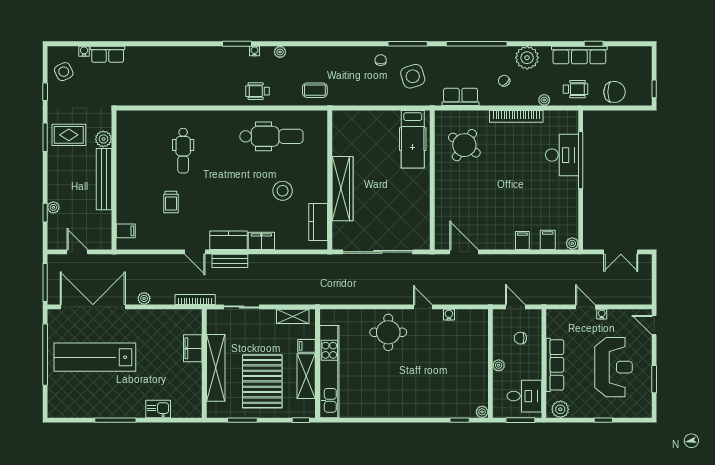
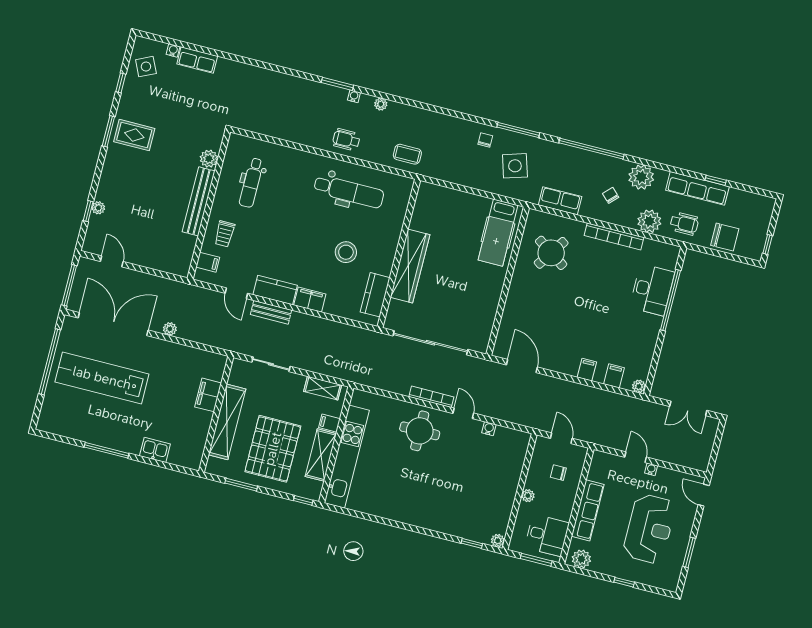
plant: (544, 100) -> (649, 221), width x1.88, depth x1.88
plant: (103, 139) -> (209, 159), moved
bench: (104, 179) -> (199, 201), moved
wall: (114, 180) -> (209, 205), moved
filing cabinet: (126, 231) -> (208, 262), moved
bookcase: (195, 300) -> (431, 397), moved

